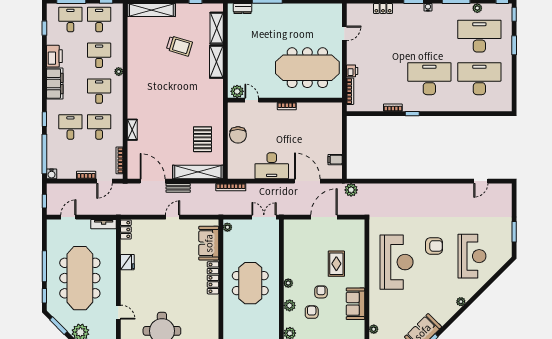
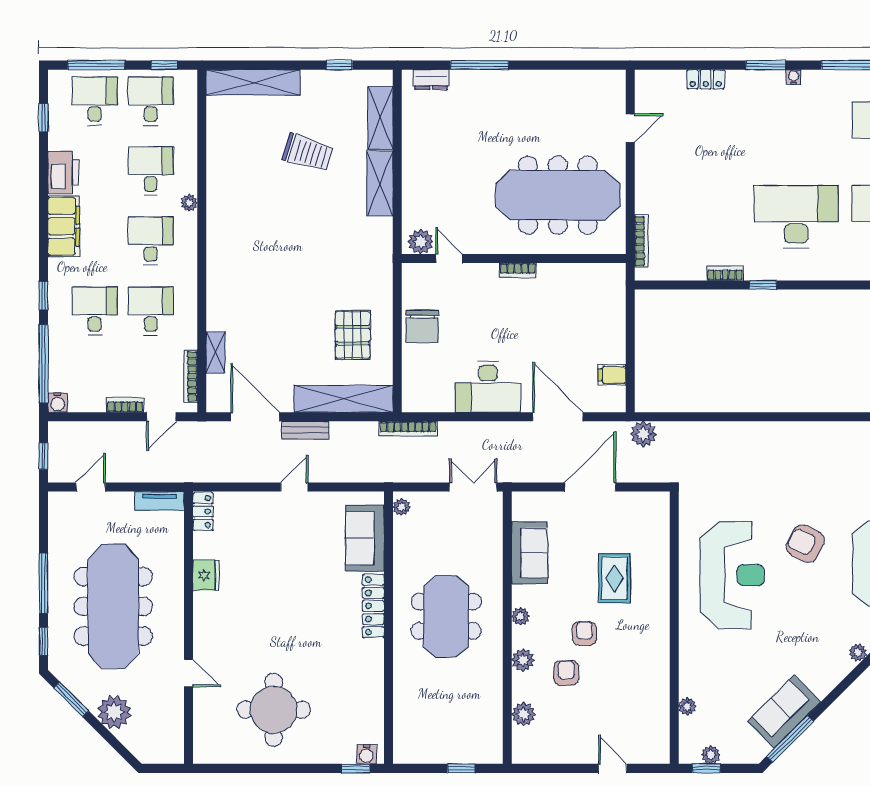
printer: (352, 71) -> (645, 202), removed
shelving: (132, 130) -> (215, 353), moved
armchair: (434, 246) -> (805, 544), turned -153
sofa: (355, 304) -> (530, 553), moved, turned 180

